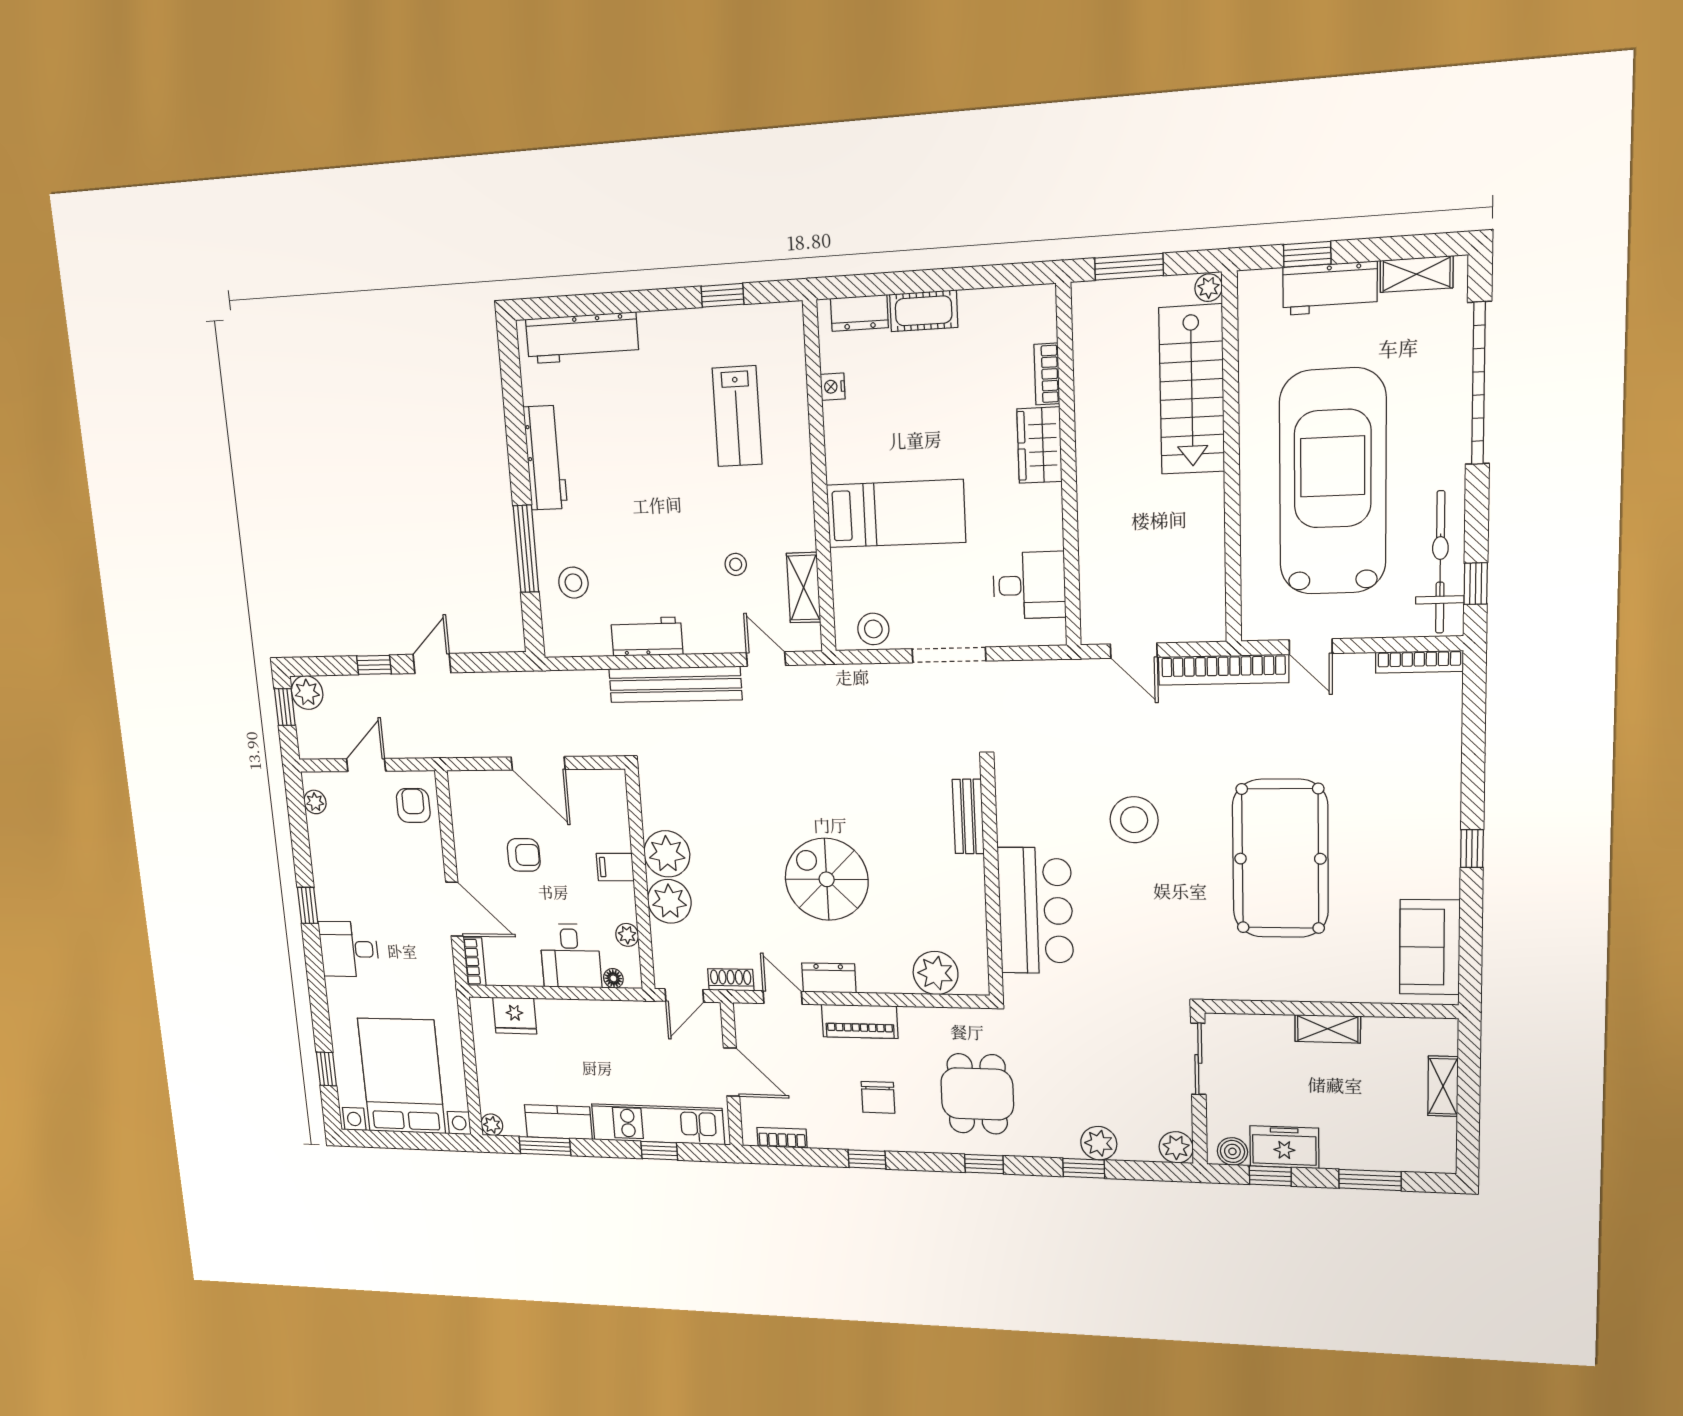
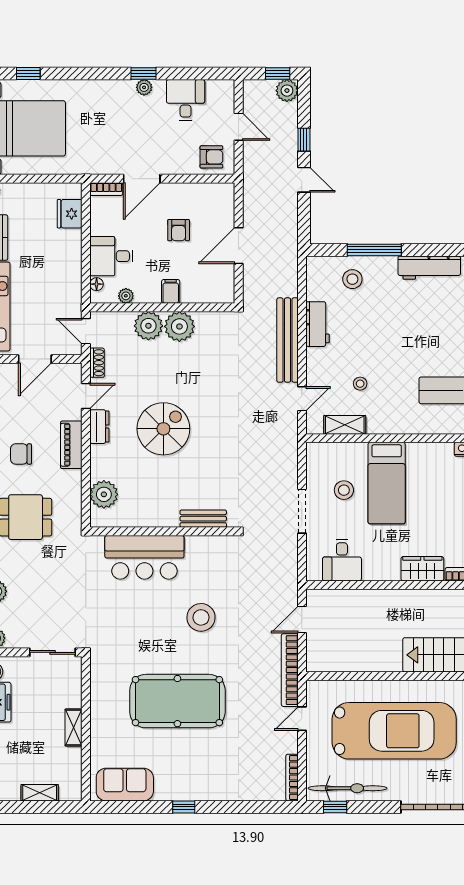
stool: (873, 629) -> (344, 490), moved
plant: (315, 802) -> (144, 87), moved
desk: (349, 949) -> (186, 100), moved

